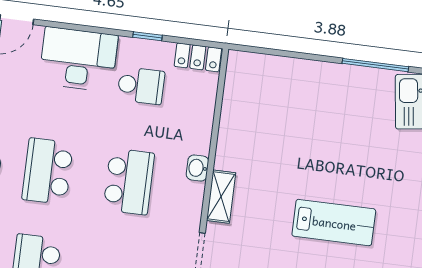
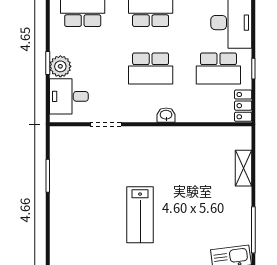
school desk: (141, 86) -> (218, 68), width x1.85
shelving: (221, 197) -> (243, 168), moved, turned 90

